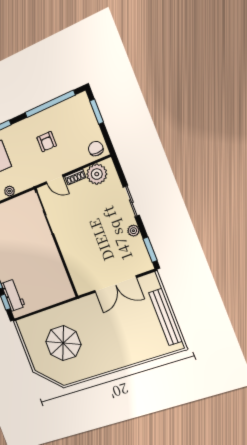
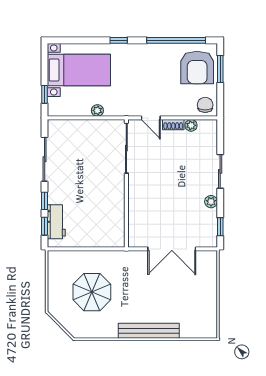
armchair: (47, 142) -> (197, 68), moved, width x1.88, depth x1.88
plant: (97, 174) -> (191, 125), width x0.53, depth x0.53
window: (150, 250) -> (220, 227), width x0.67
bench: (166, 317) -> (149, 331), moved, turned 90

